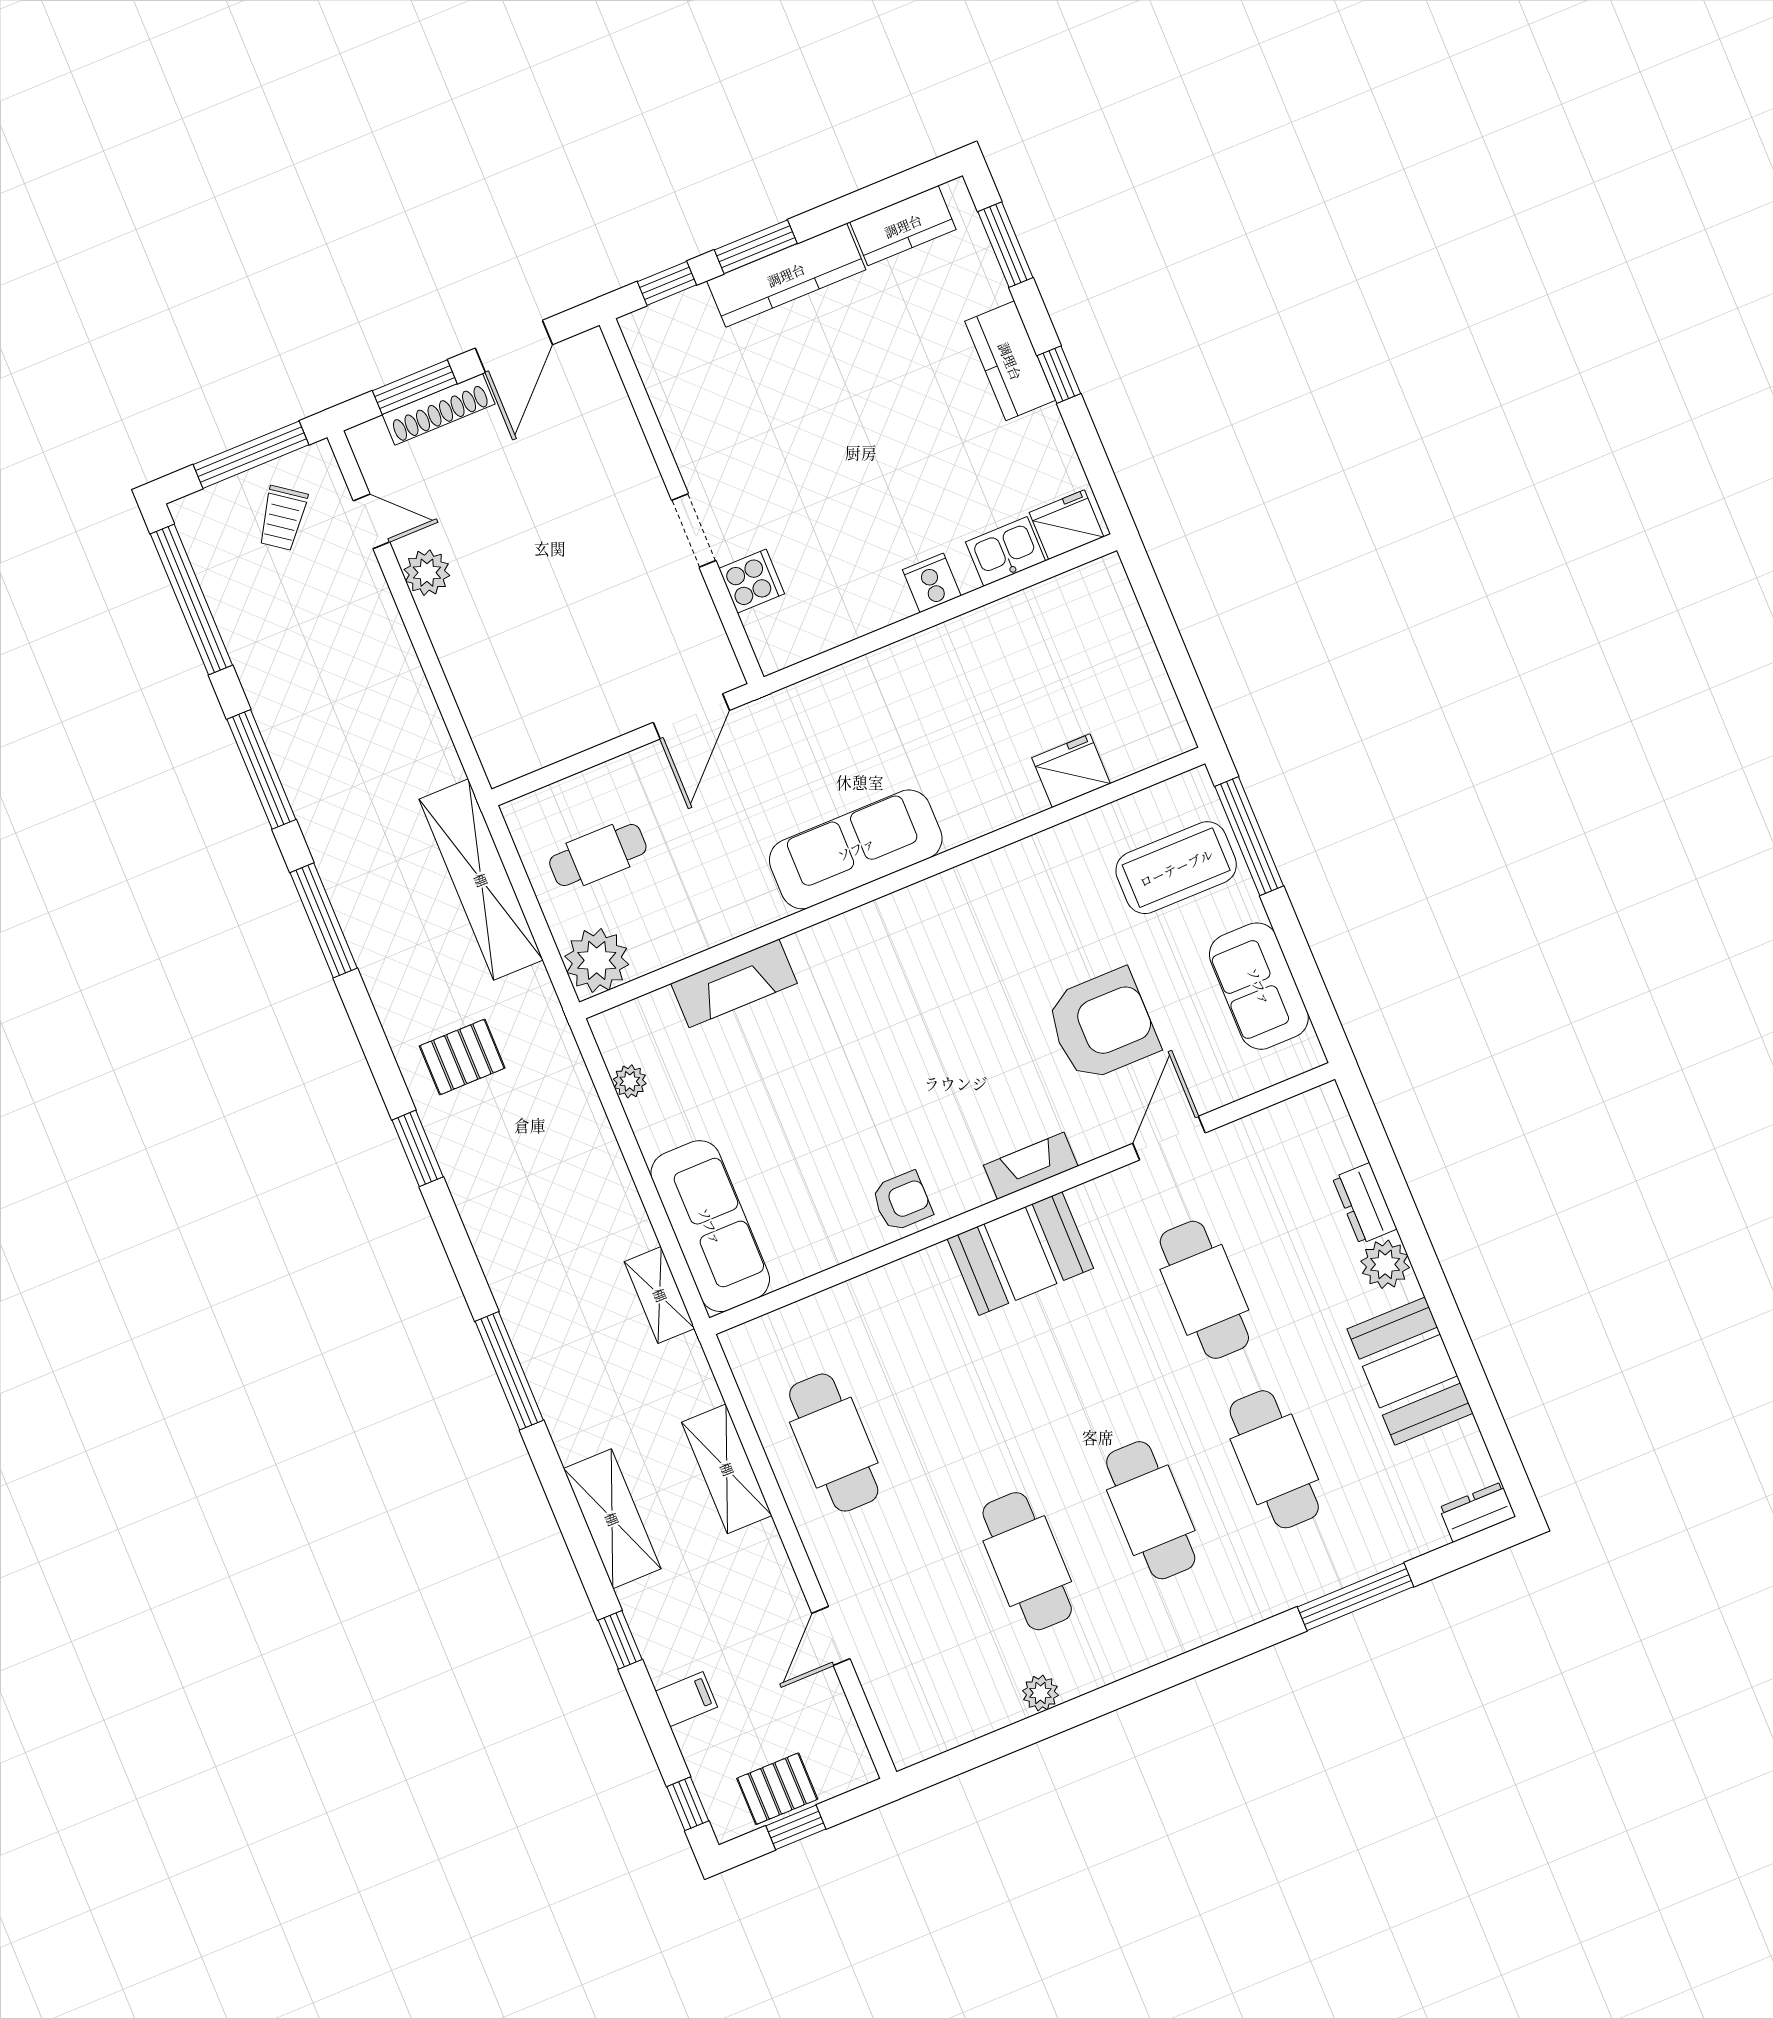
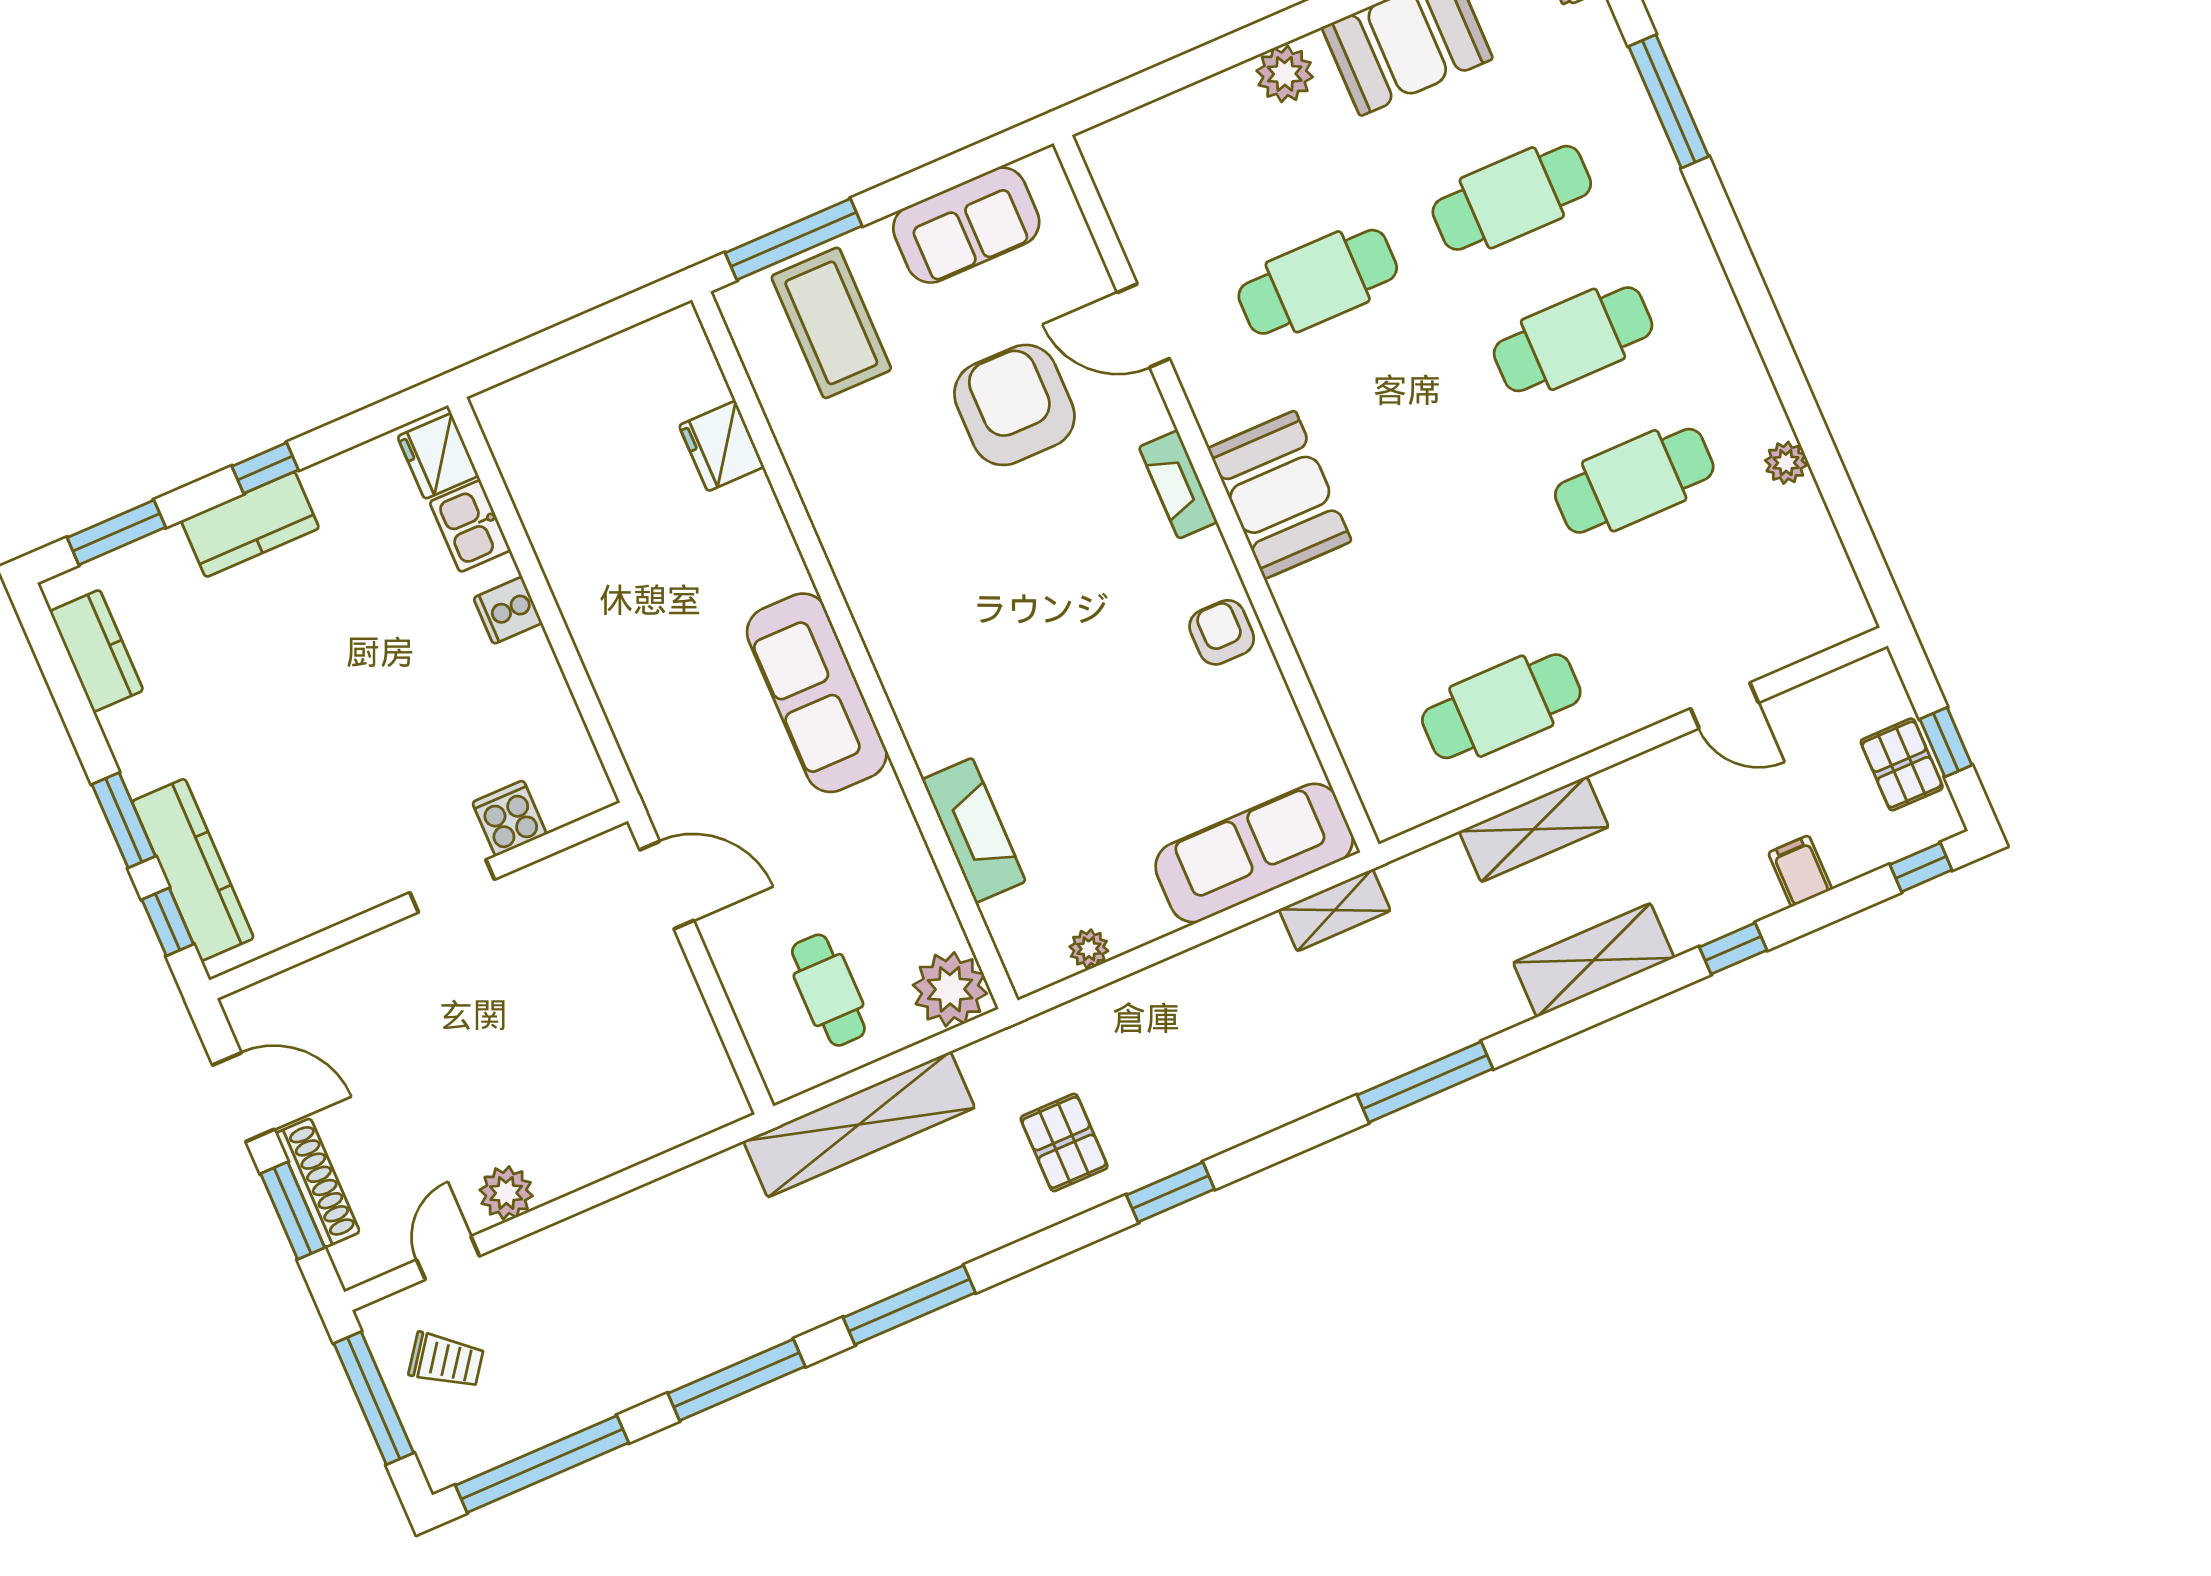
kitchen counter: (786, 275) -> (193, 870), moved
dresser: (1365, 1203) -> (1215, 99), removed

